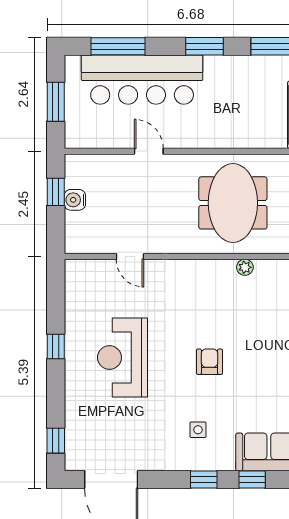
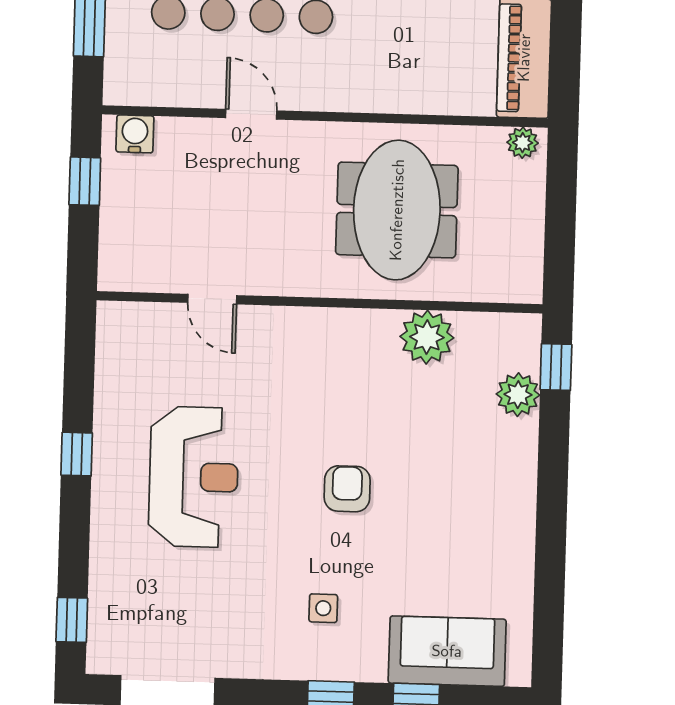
water cooler: (75, 200) -> (135, 134), moved, turned 90
plant: (245, 267) -> (427, 337), width x1.87, depth x1.87
reception desk: (122, 357) -> (194, 477), turned 180

